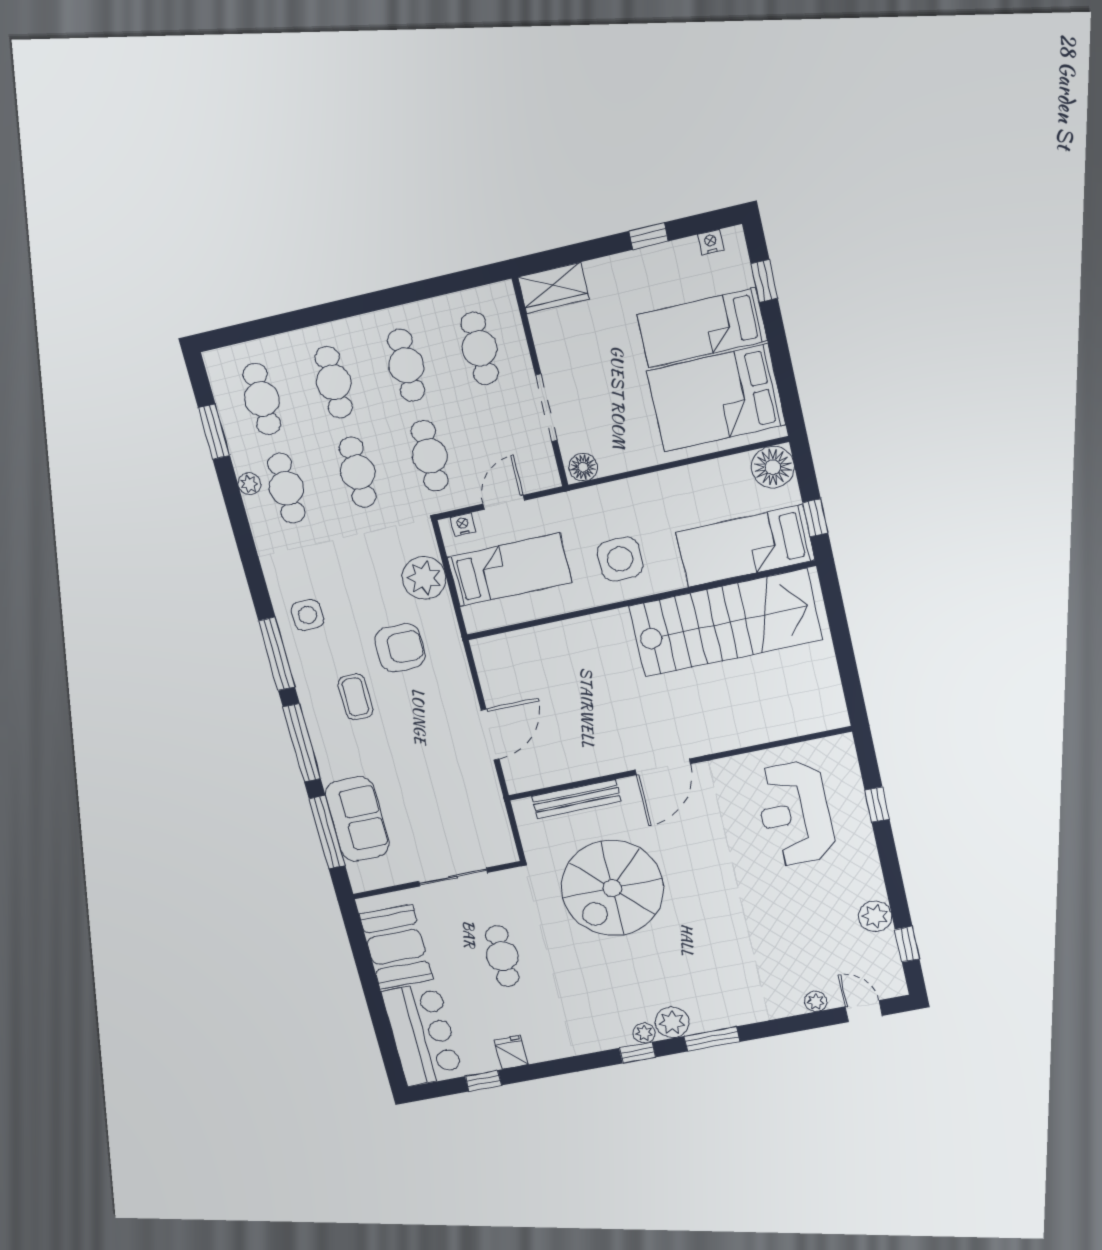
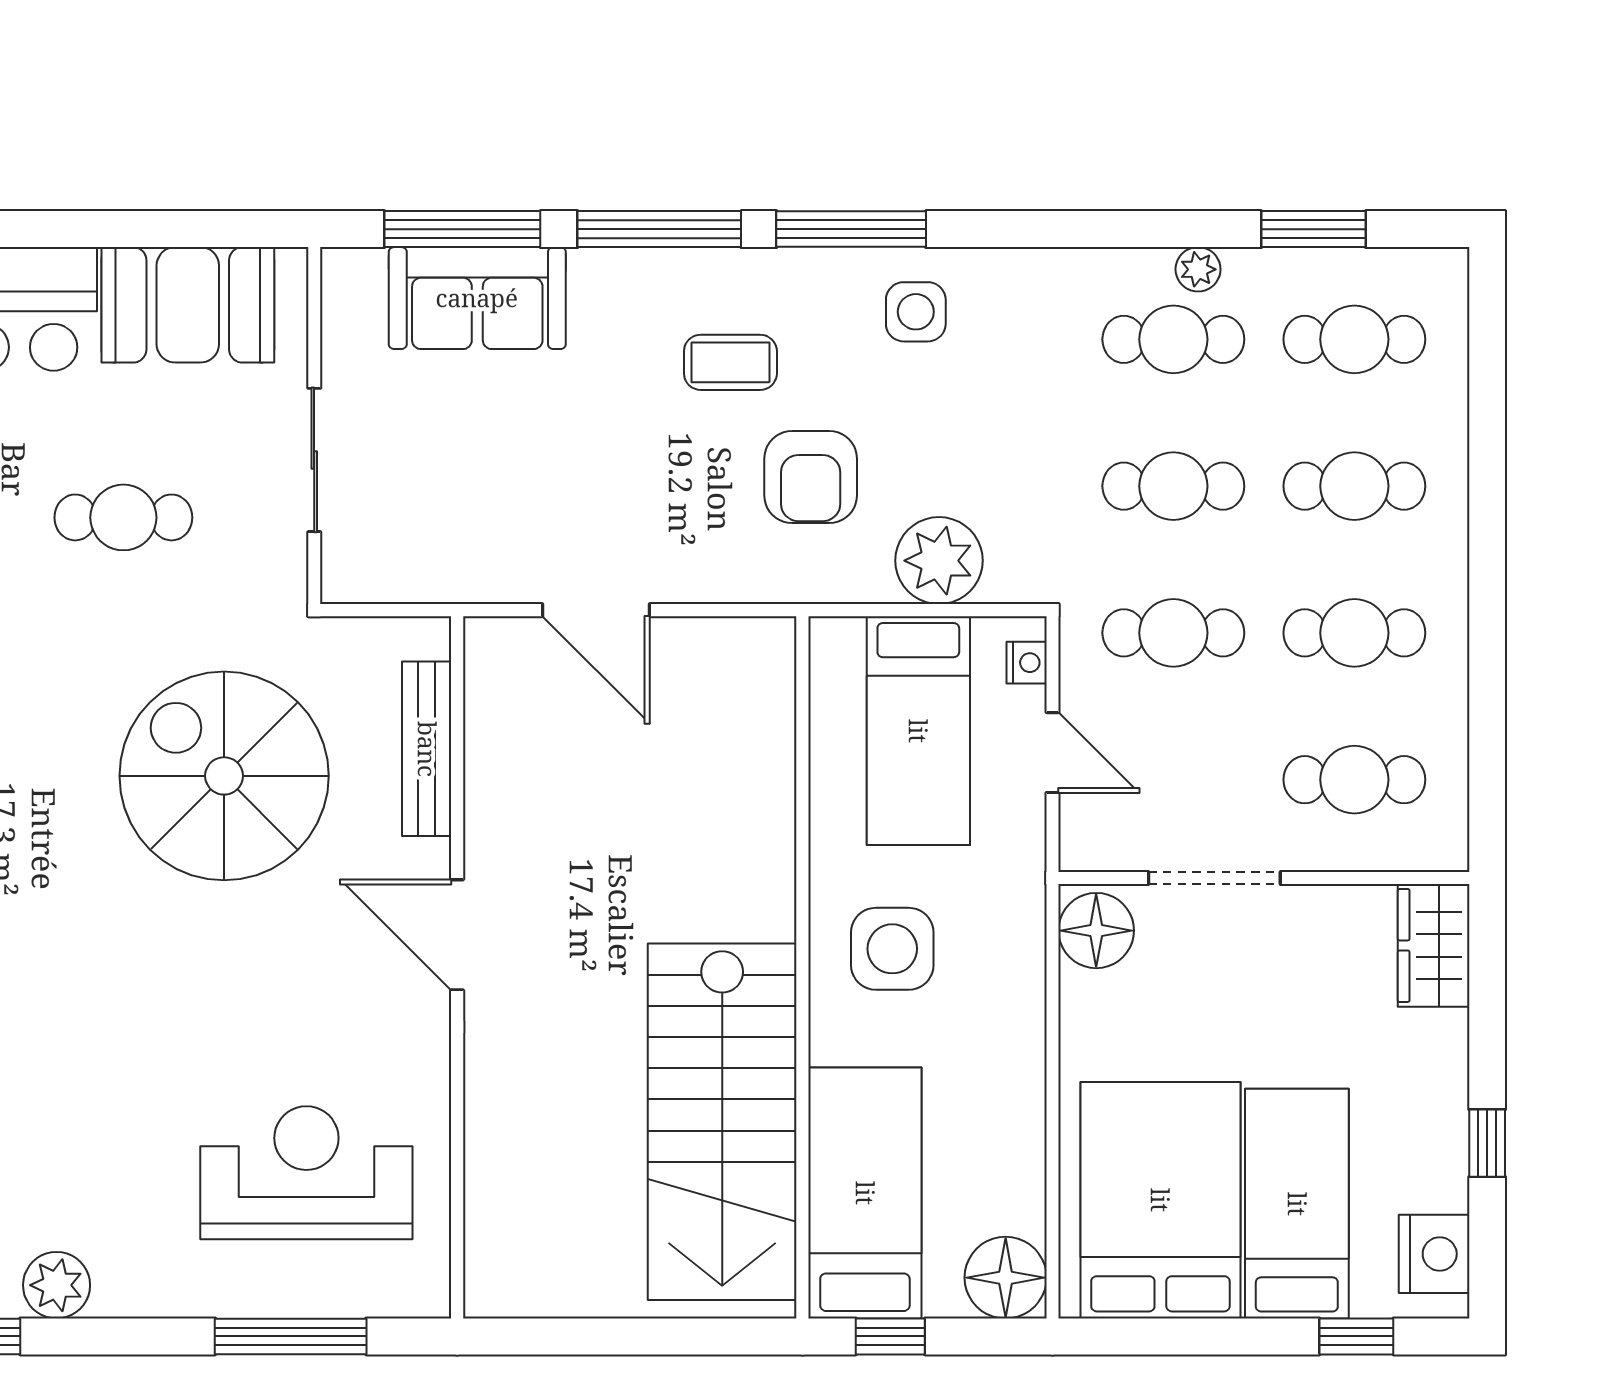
nightstand: (711, 242) -> (1434, 1254), width x1.89, depth x1.79
floor lamp: (583, 467) -> (1096, 931), width x1.38, depth x1.38
window: (877, 805) -> (291, 1336), width x2.17

